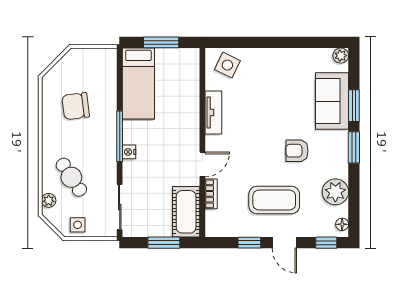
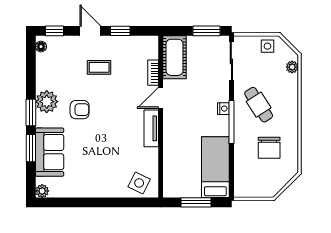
chair: (76, 106) -> (269, 148), turned 97
tv unit: (213, 112) -> (151, 128), moved
cafe table: (71, 177) -> (259, 105), moved
plant: (335, 192) -> (47, 102), moved
coffee table: (274, 200) -> (99, 67), width x0.54, depth x0.58
window: (164, 243) -> (206, 31), moved

